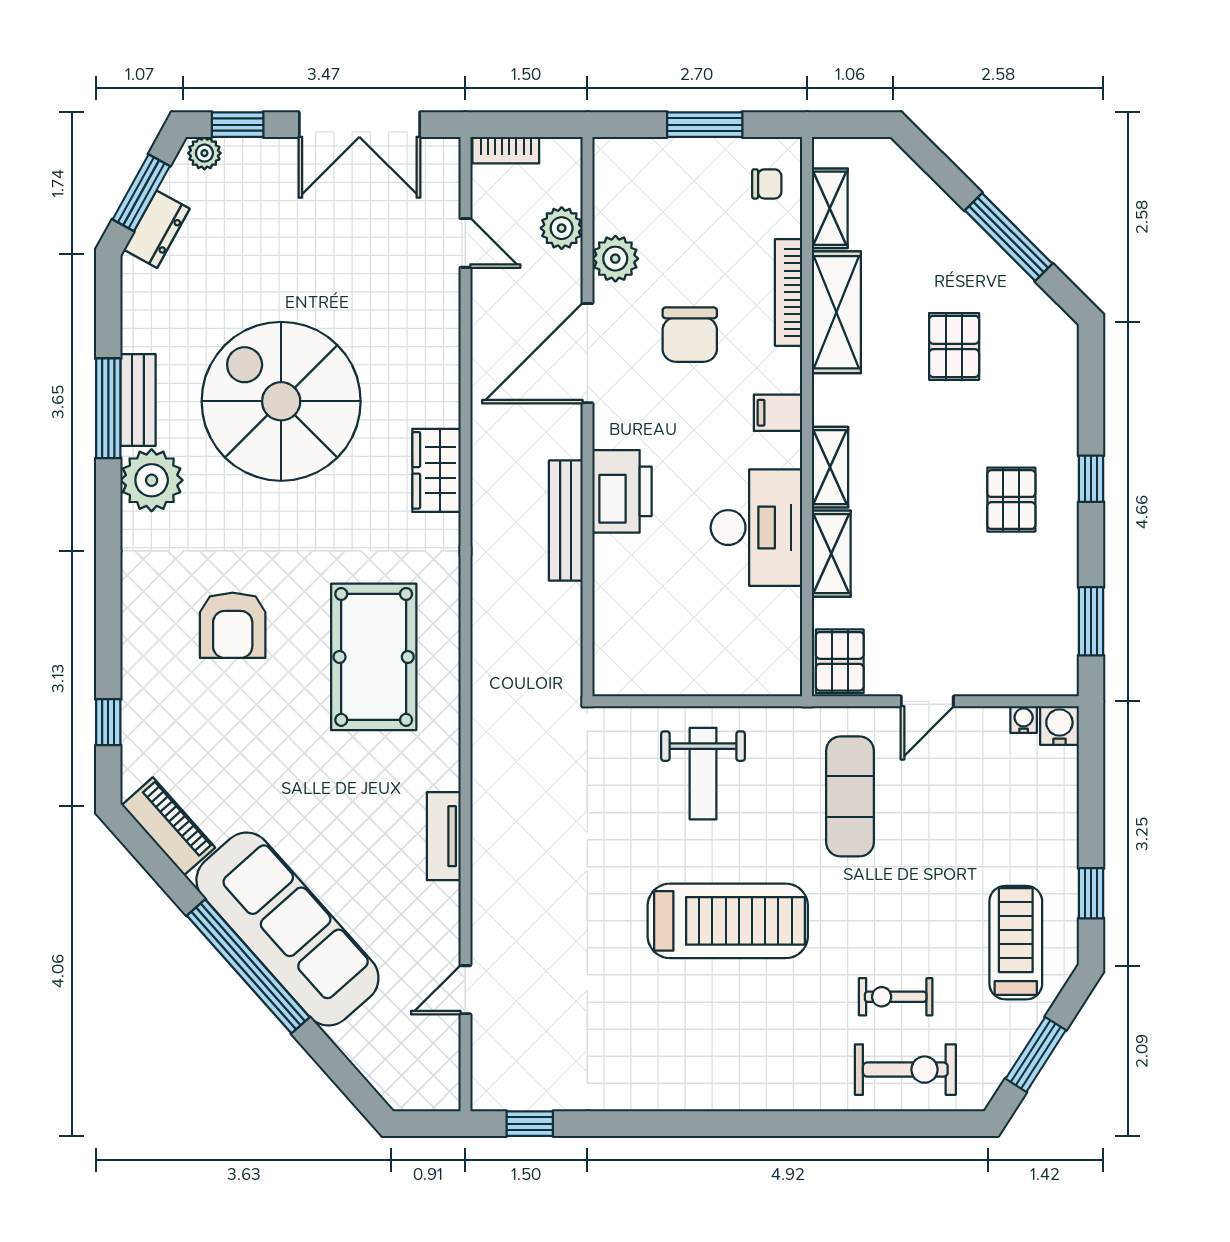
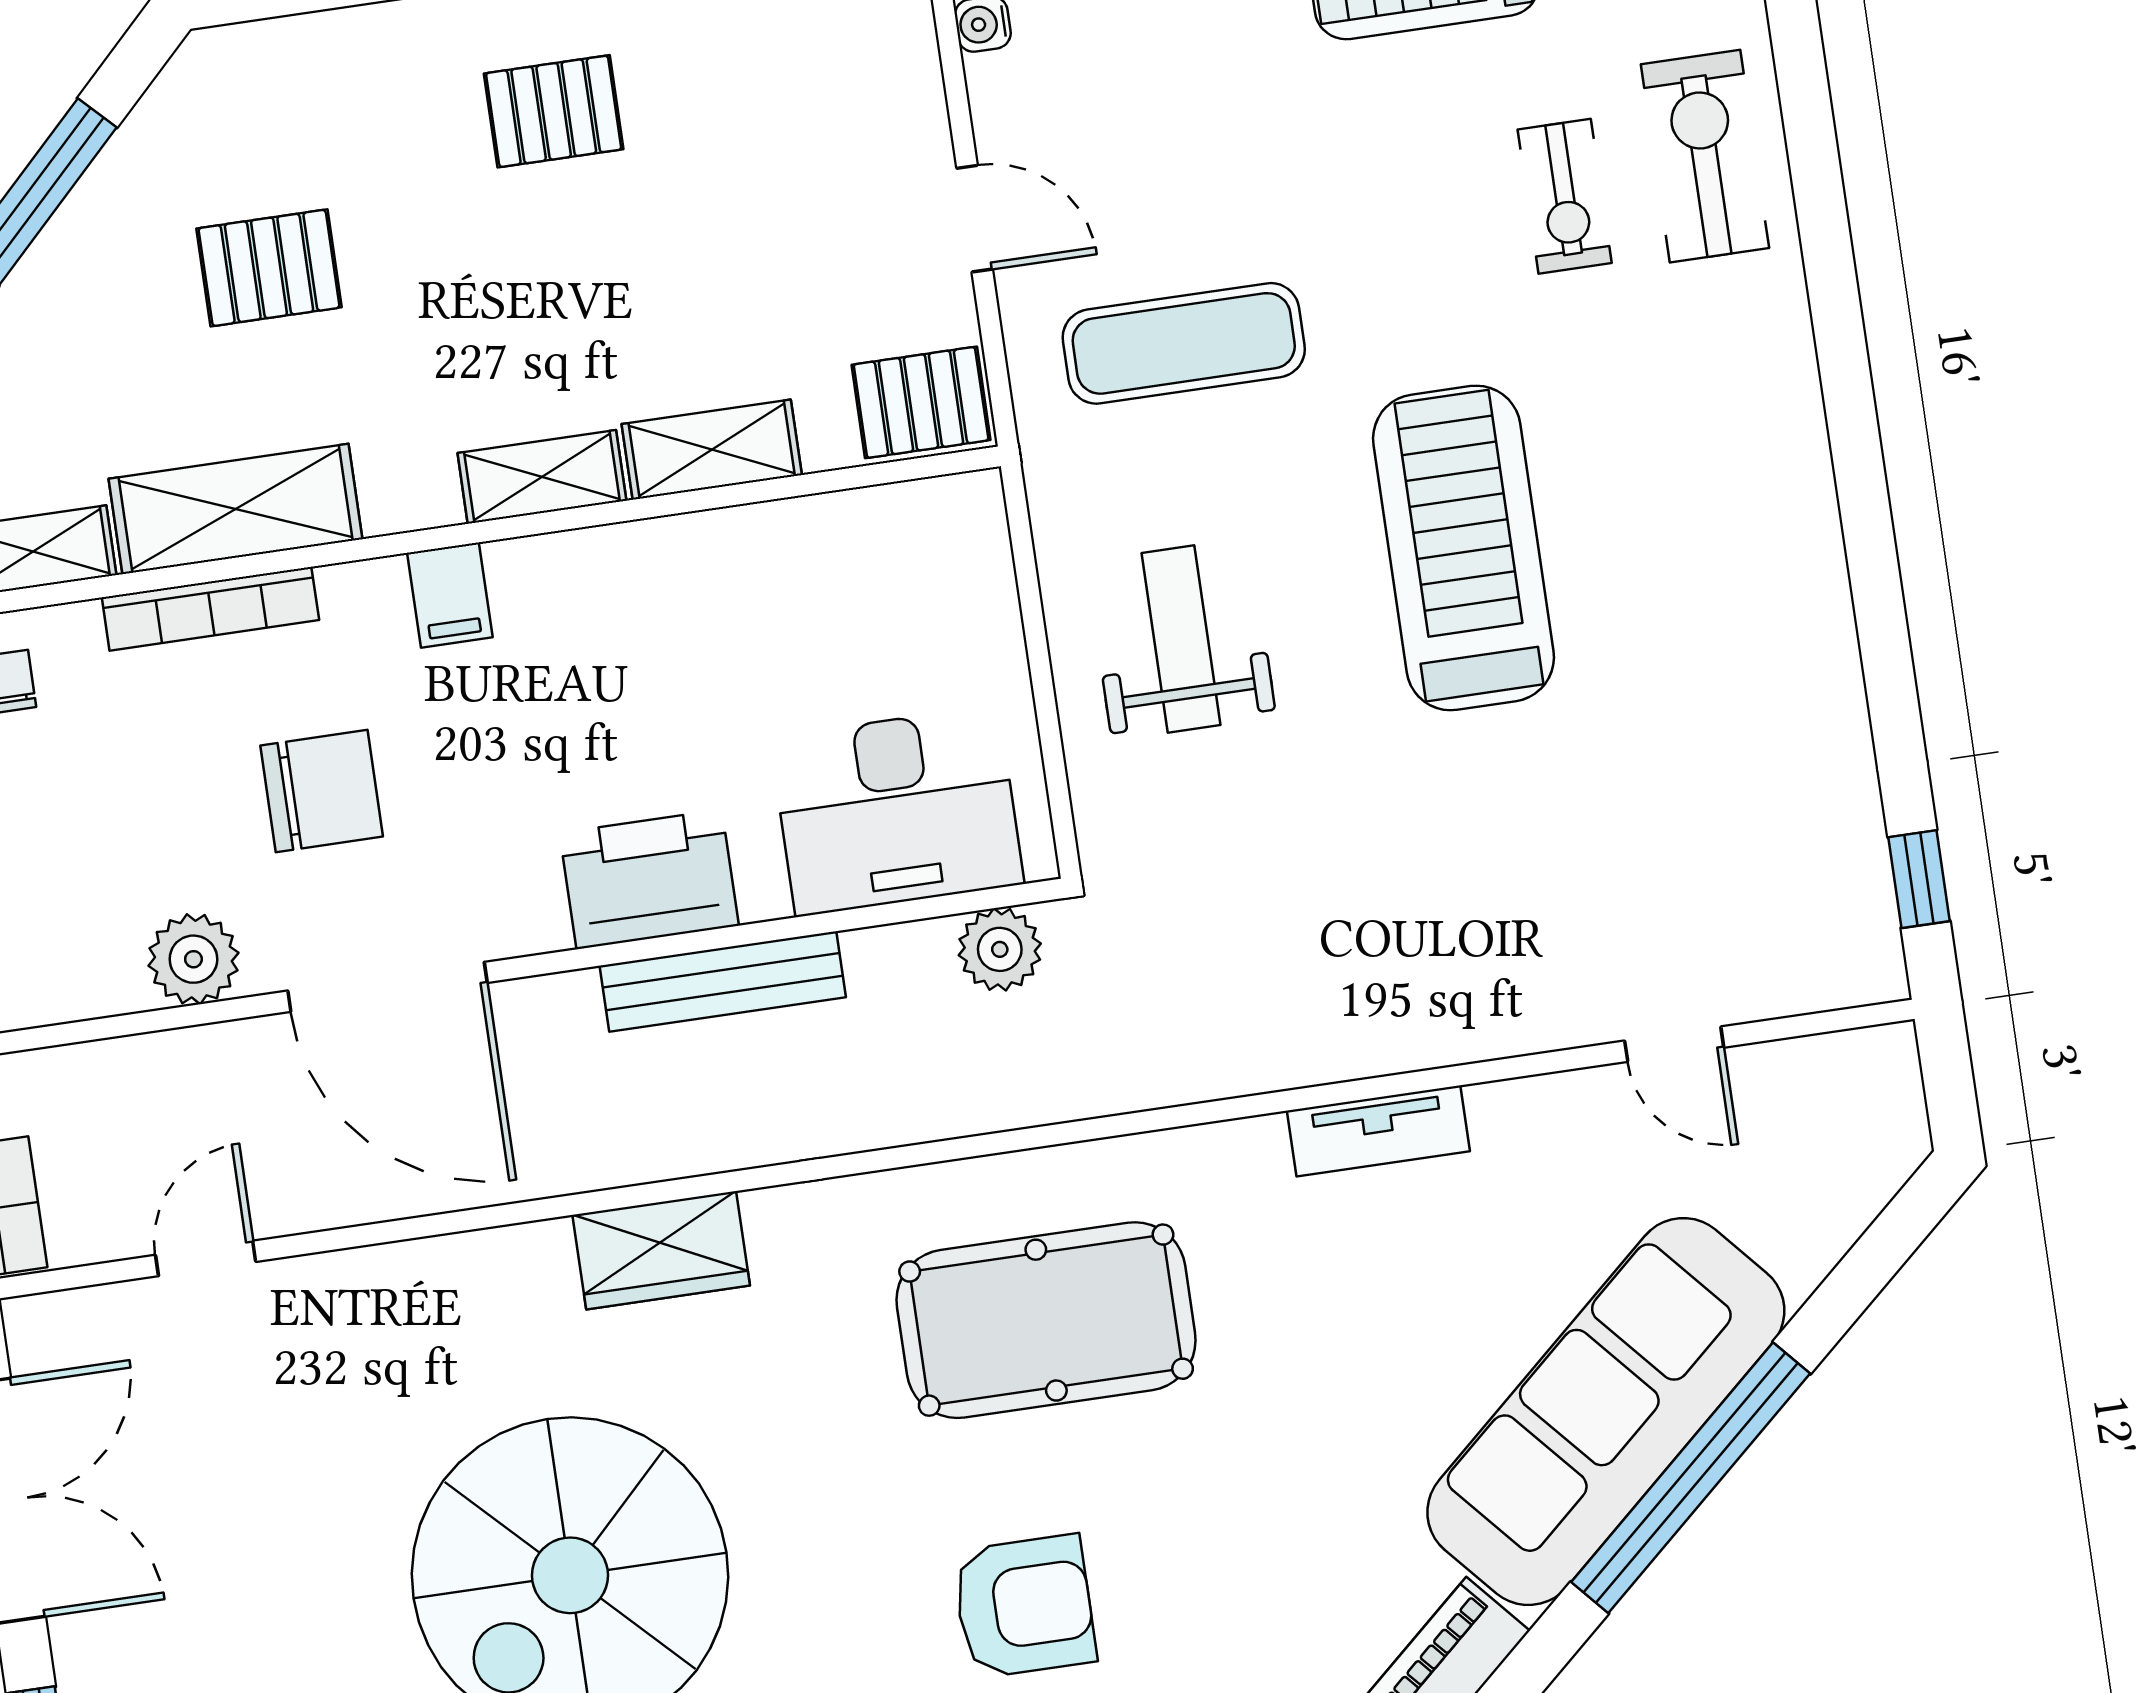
plant: (562, 228) -> (1000, 949), moved
desk: (756, 528) -> (897, 811), moved, turned 180
weight bench: (703, 774) -> (1181, 639), turned -90

